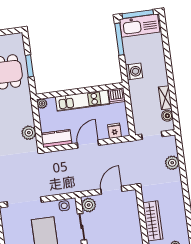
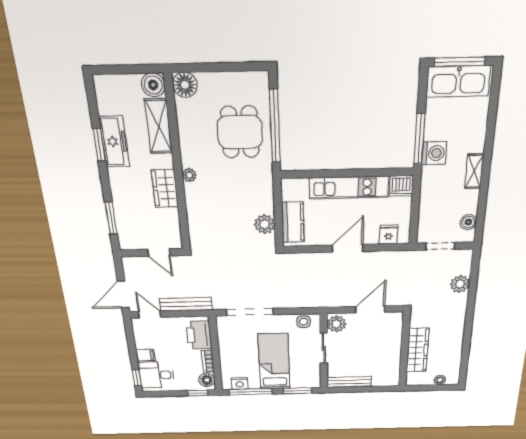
window: (119, 39) -> (419, 139), moved
window: (29, 66) -> (275, 126), width x2.11
shelving: (165, 98) -> (474, 171), moved
plant: (42, 104) -> (288, 185), removed
kitchen counter: (56, 138) -> (293, 222), moved, turned 90

